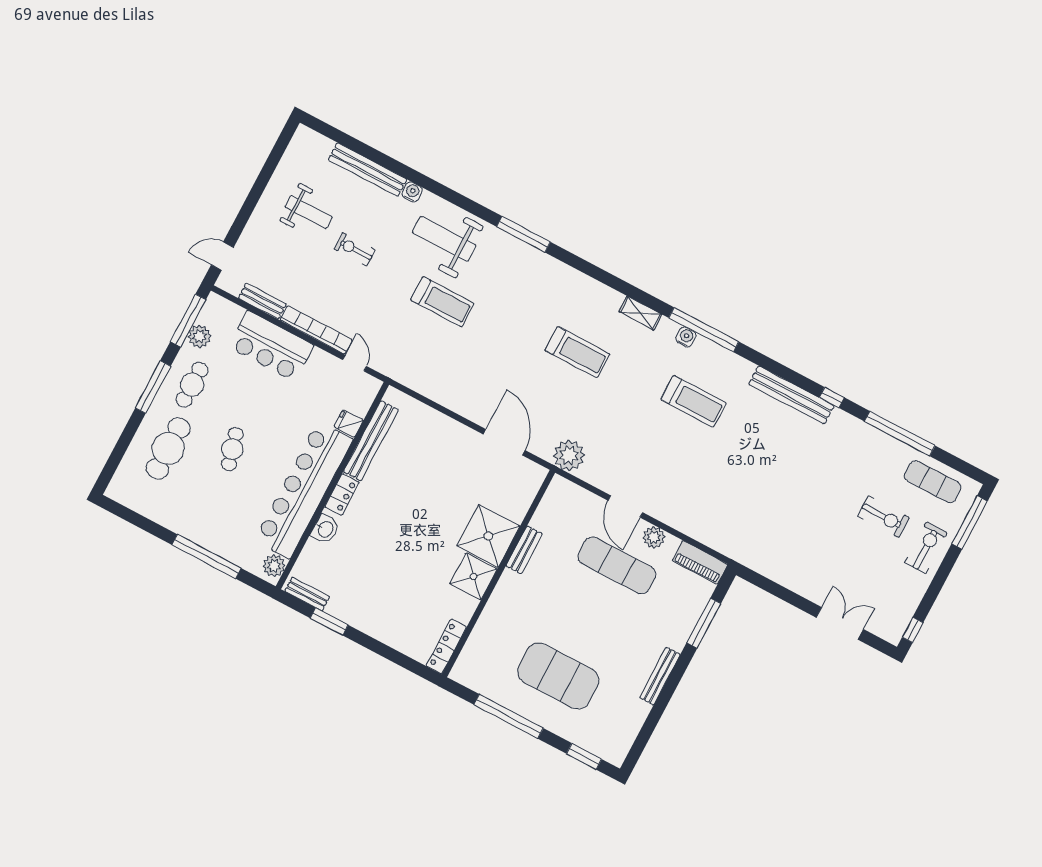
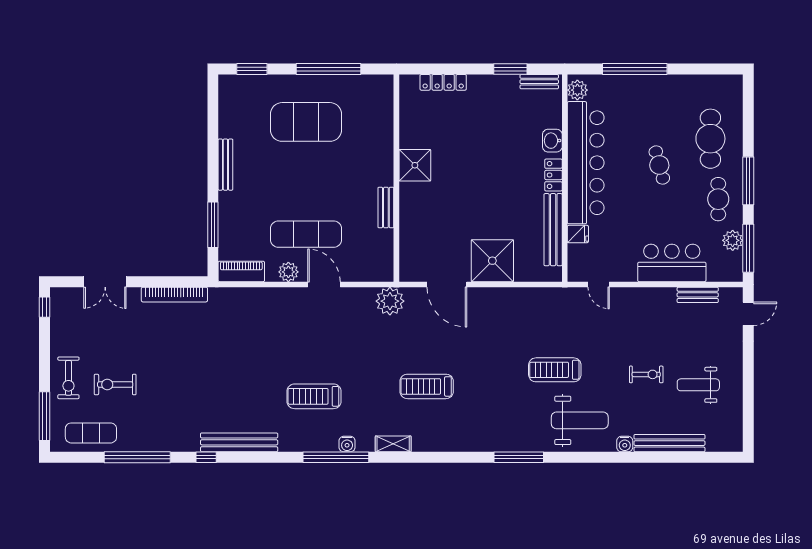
bookcase: (316, 330) -> (174, 295), moved
shower: (488, 536) -> (492, 261), moved
locker: (446, 646) -> (443, 82), moved, turned 90

